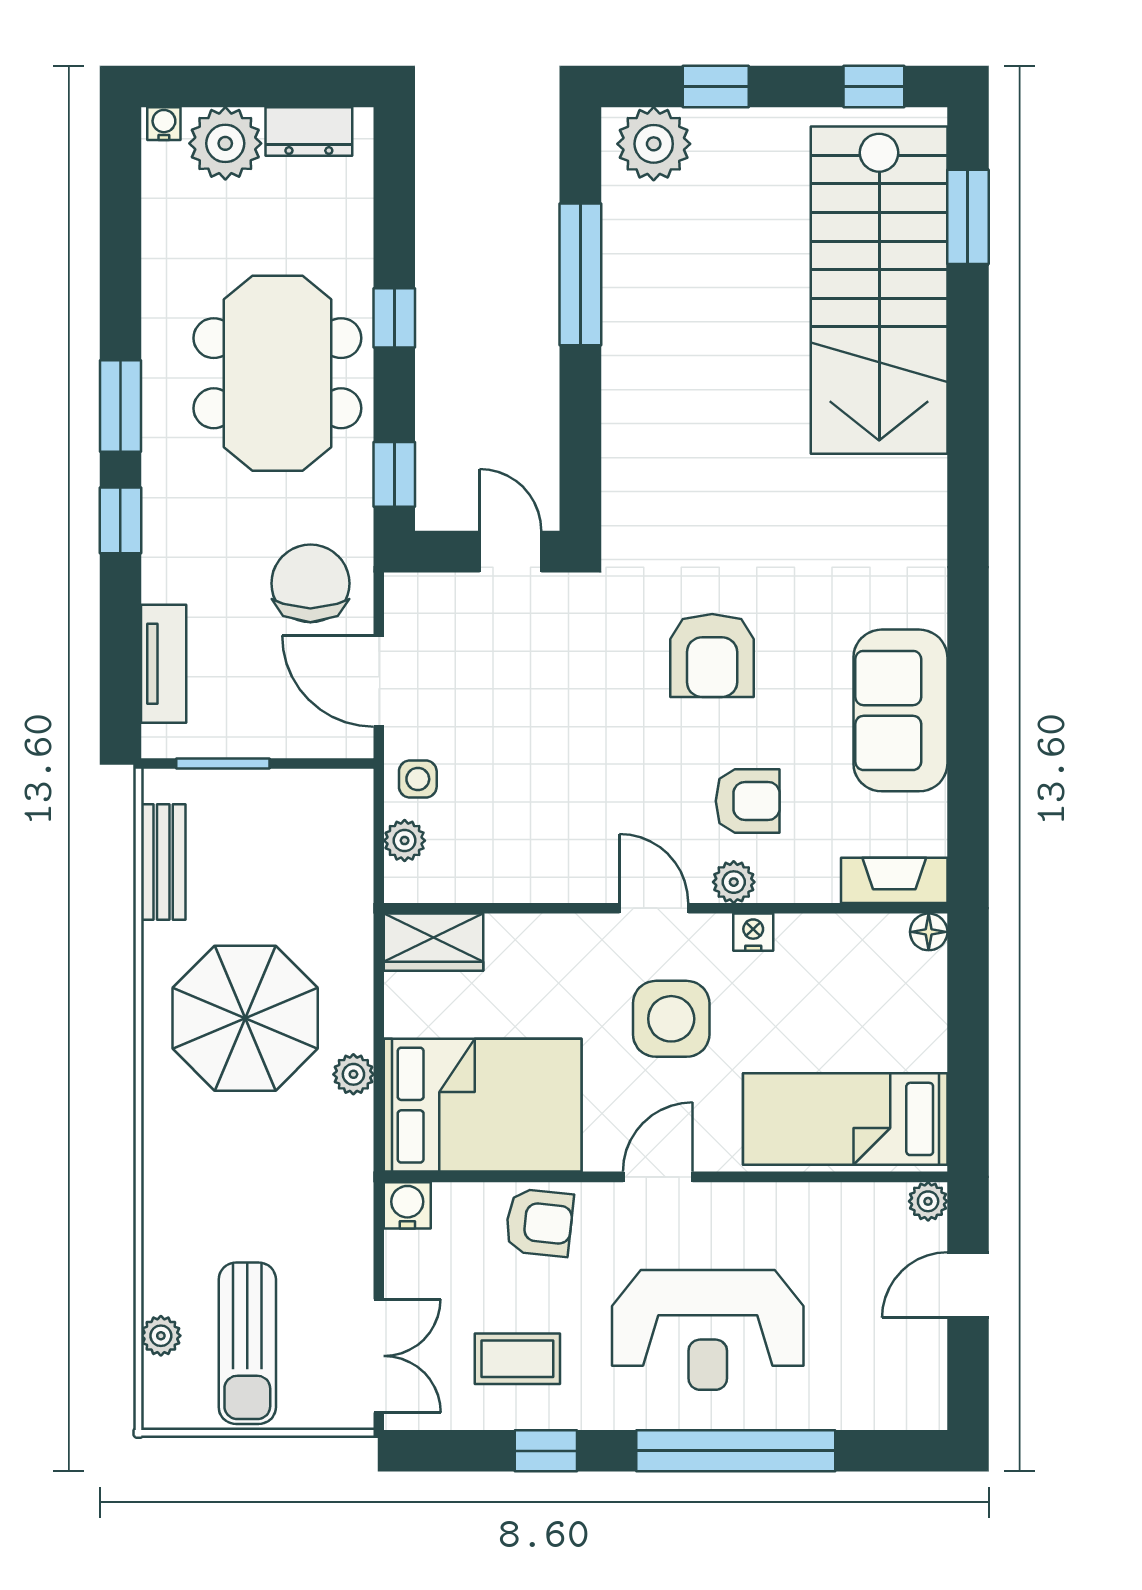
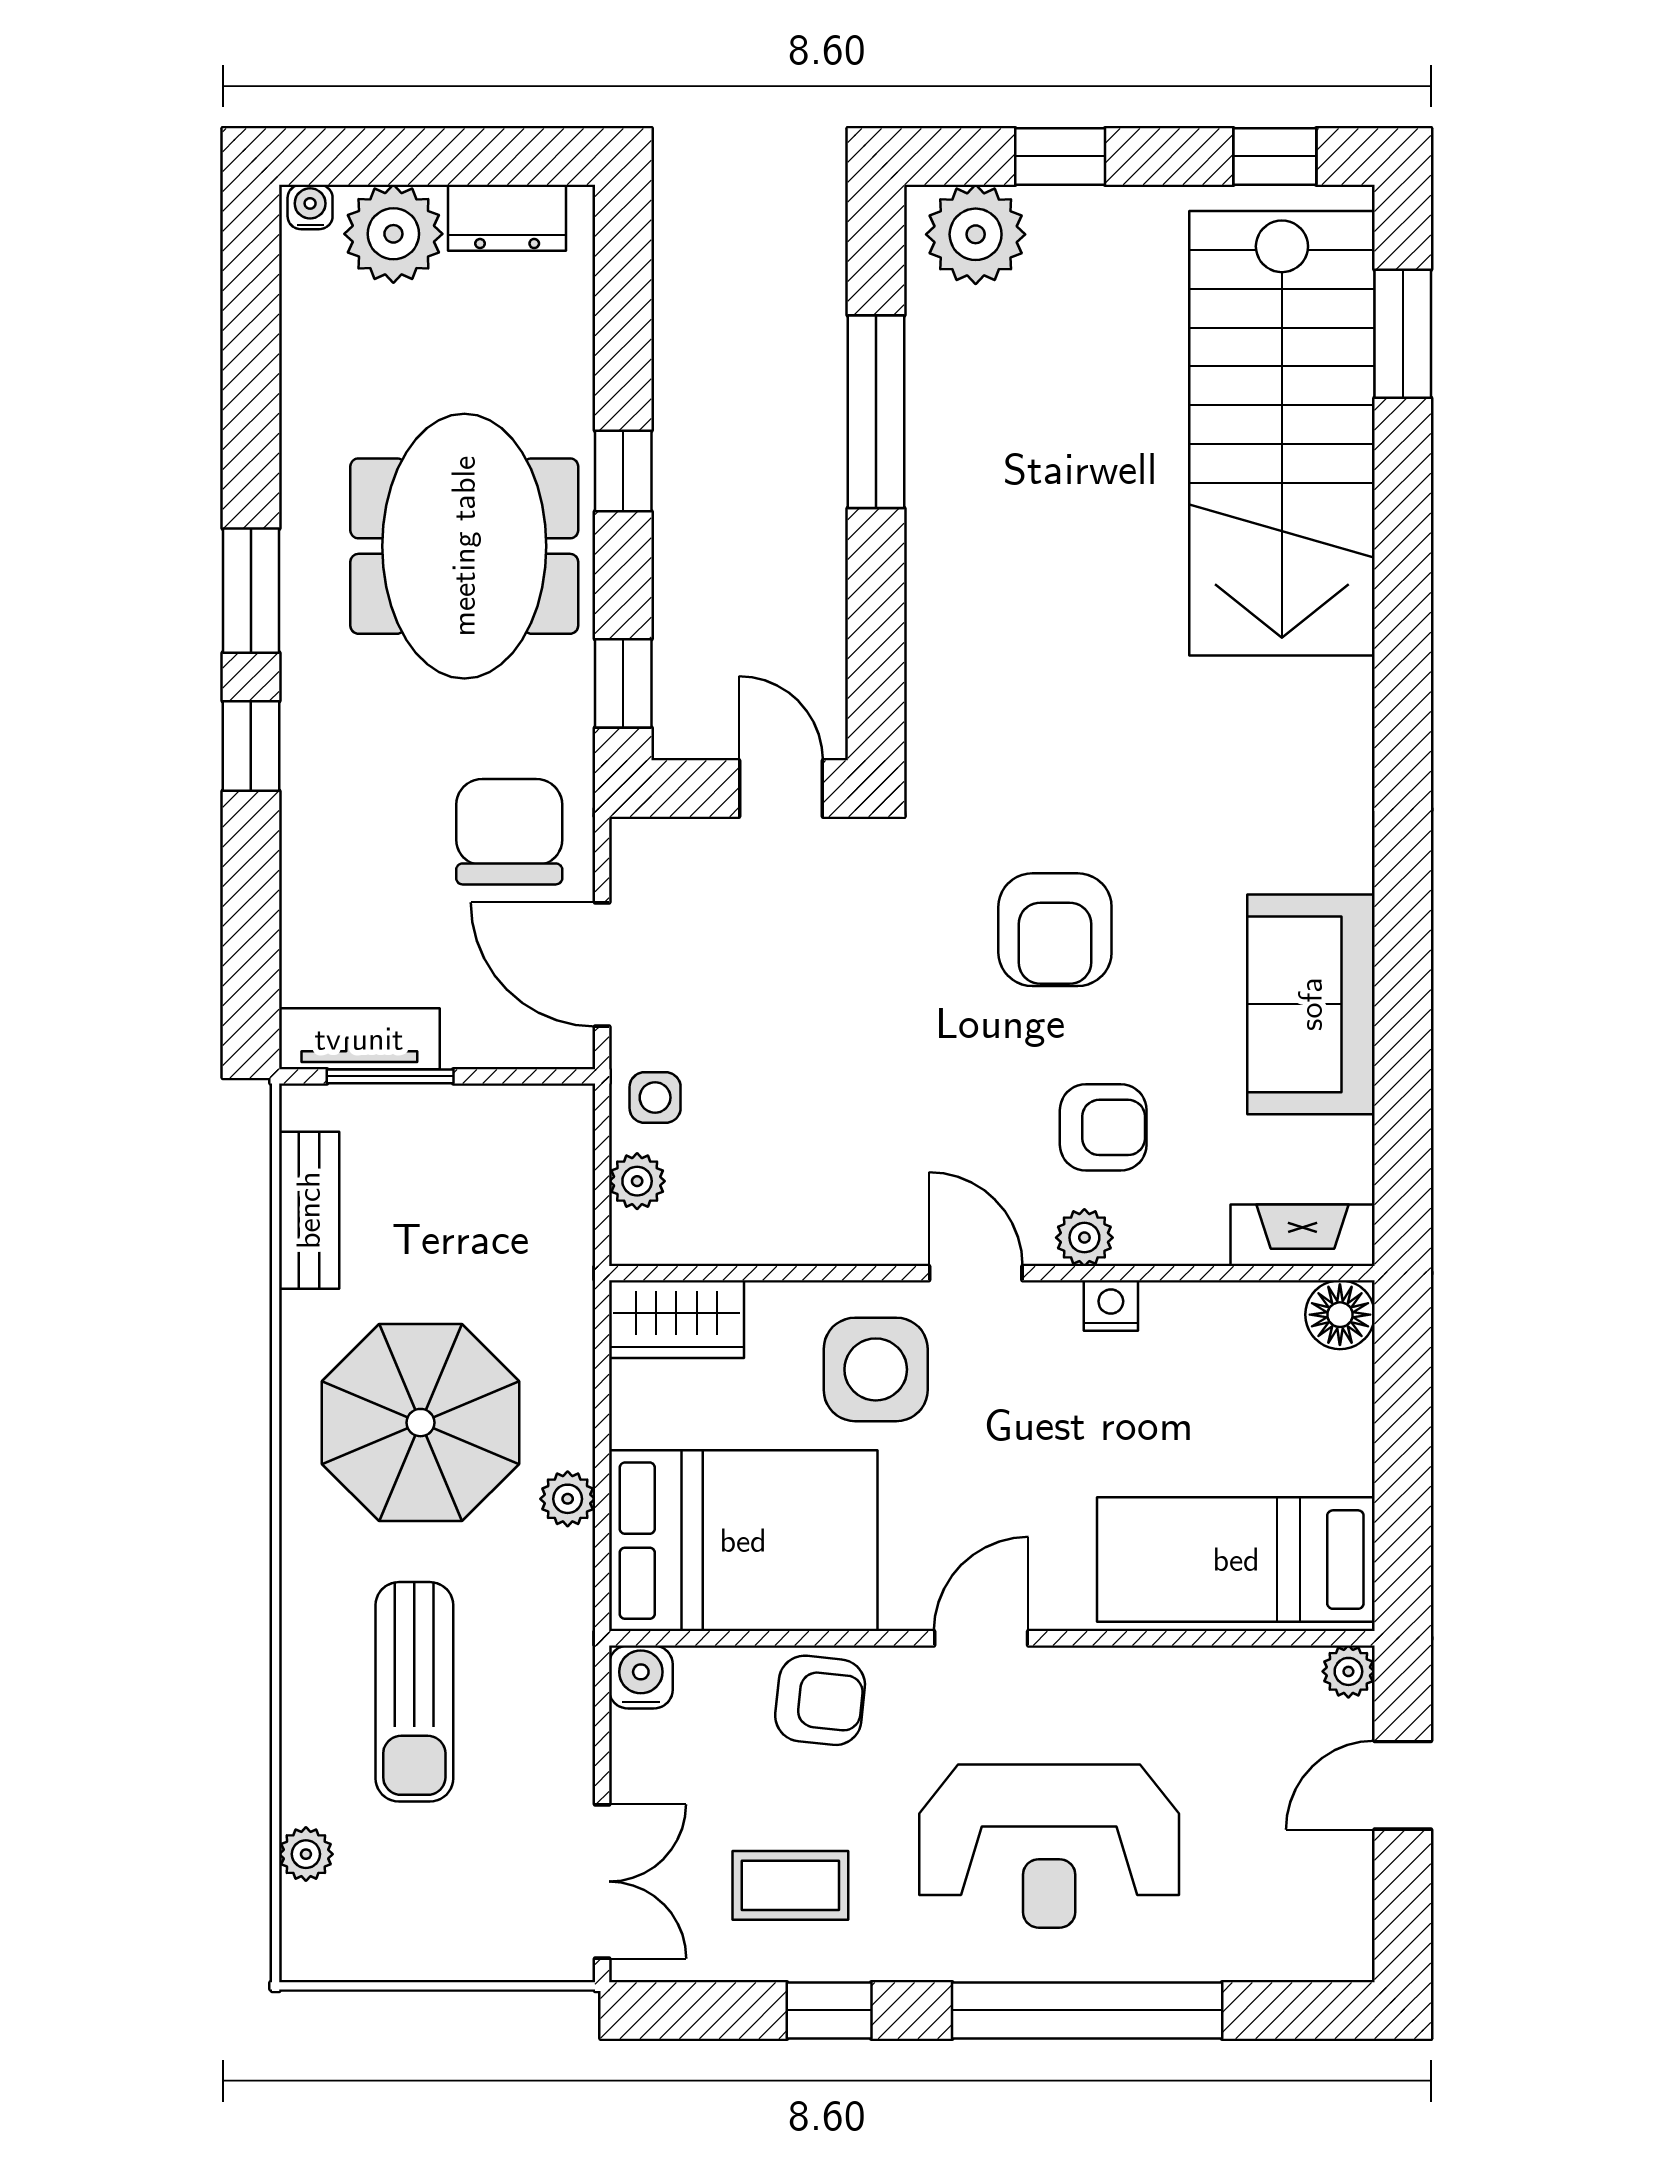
tv unit: (164, 664) -> (359, 1039), moved, turned -90
floor lamp: (929, 932) -> (1340, 1315), width x1.37, depth x1.37
side table: (671, 1019) -> (876, 1369), moved
sun lounger: (247, 1343) -> (414, 1692), moved

